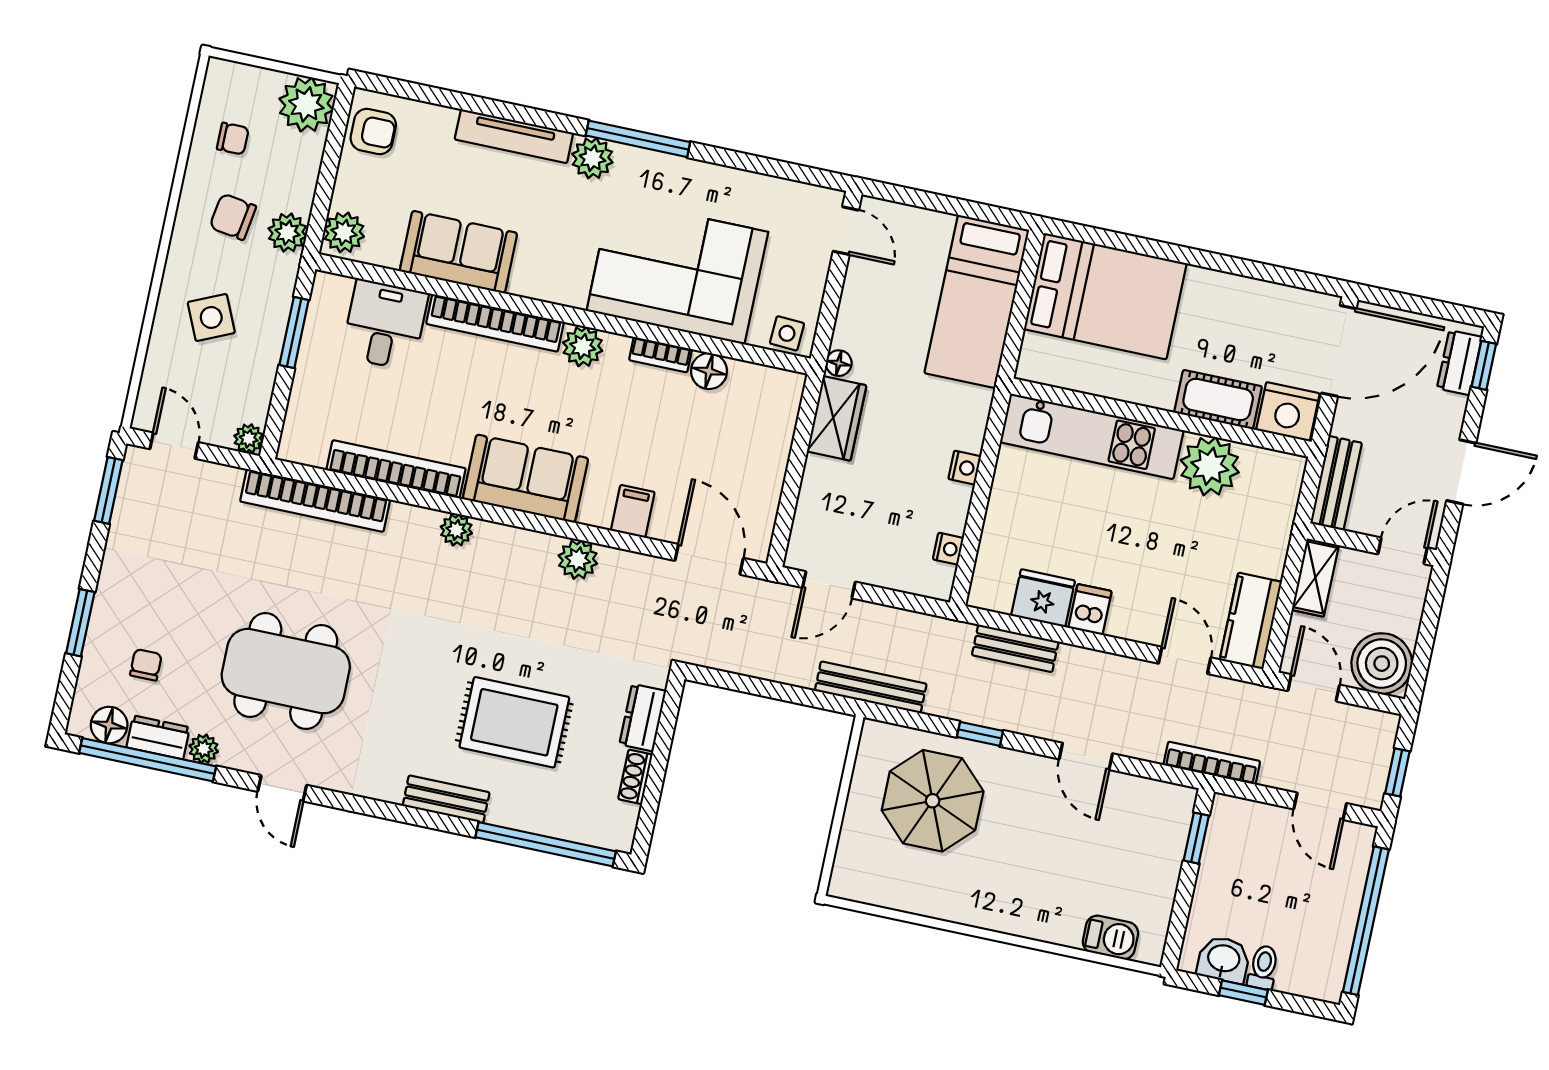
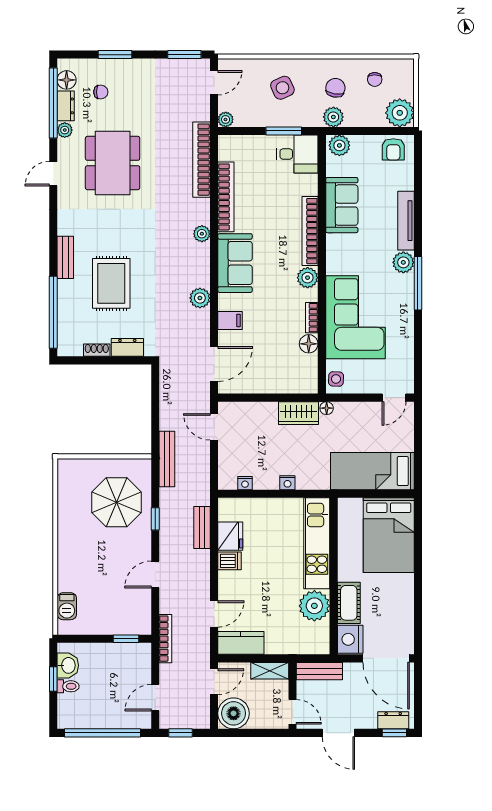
desk: (385, 325) -> (297, 154), moved

